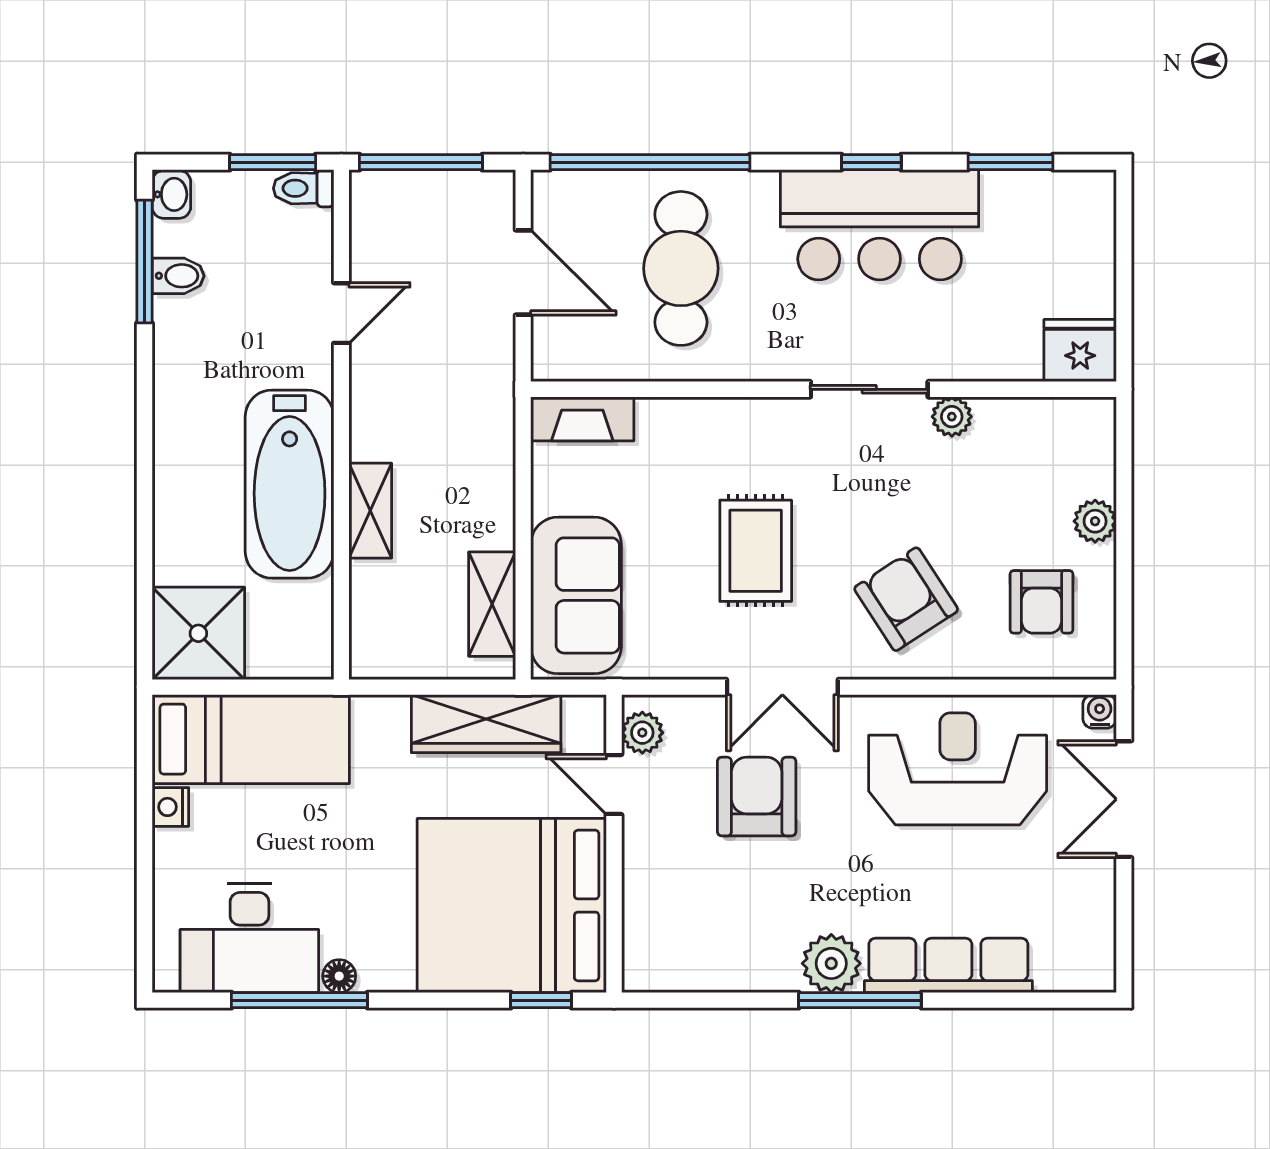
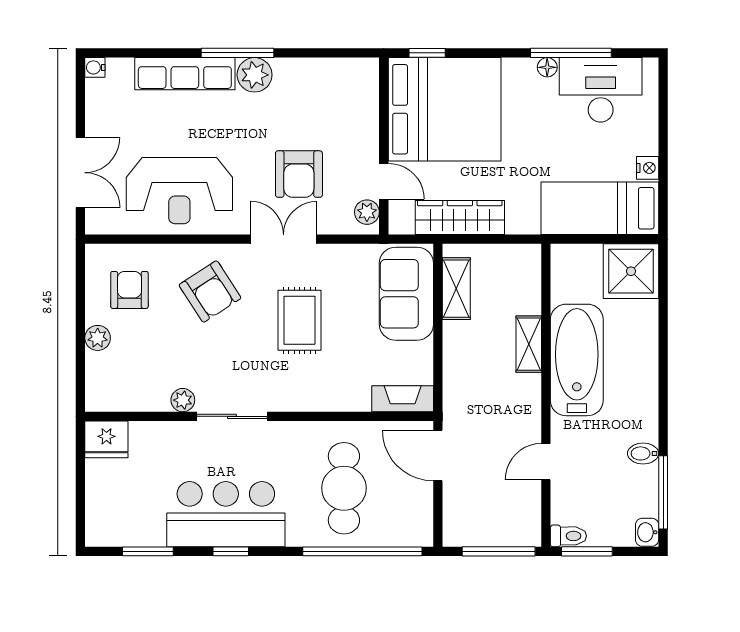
door: (523, 273) -> (438, 456), moved
bidet: (178, 276) -> (643, 453), moved
water cooler: (1100, 711) -> (95, 67), moved, turned 90

